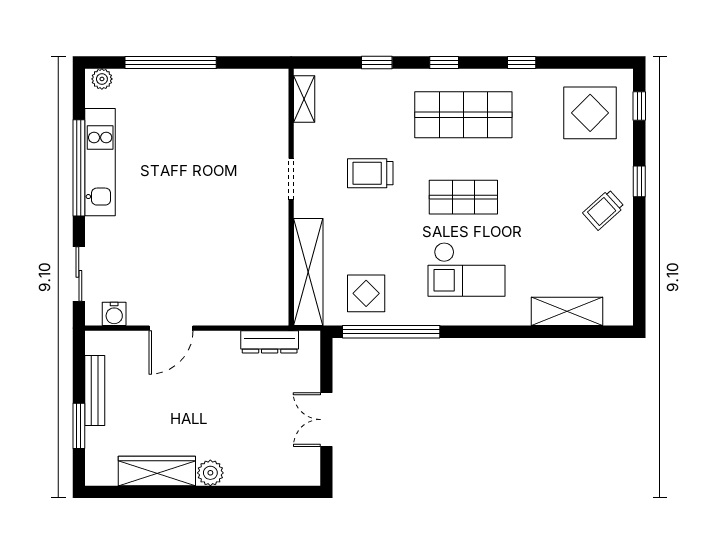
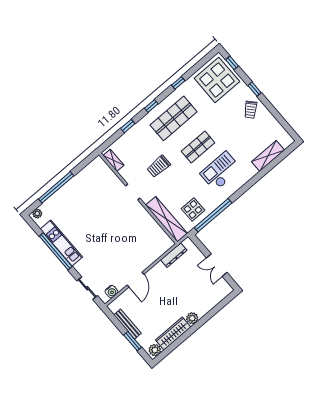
display table: (590, 113) -> (217, 80), width x1.36, depth x1.36
checkout: (466, 269) -> (221, 171), turned 180
plant: (103, 472) -> (155, 350), added

